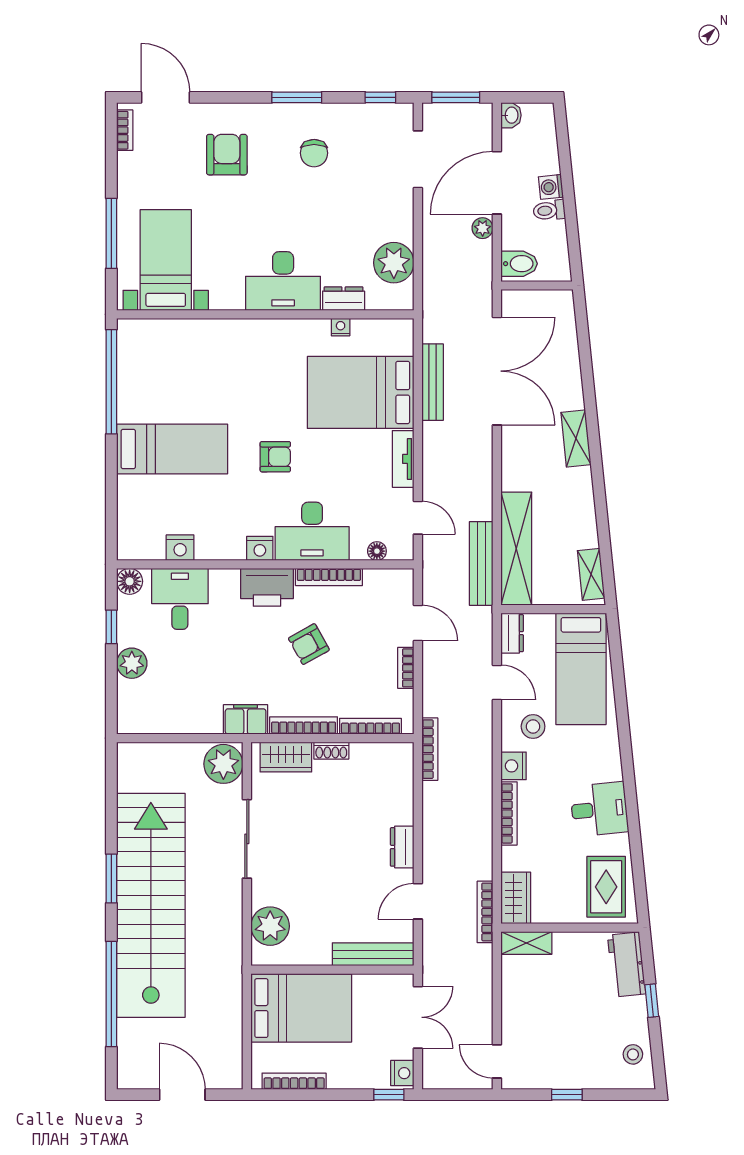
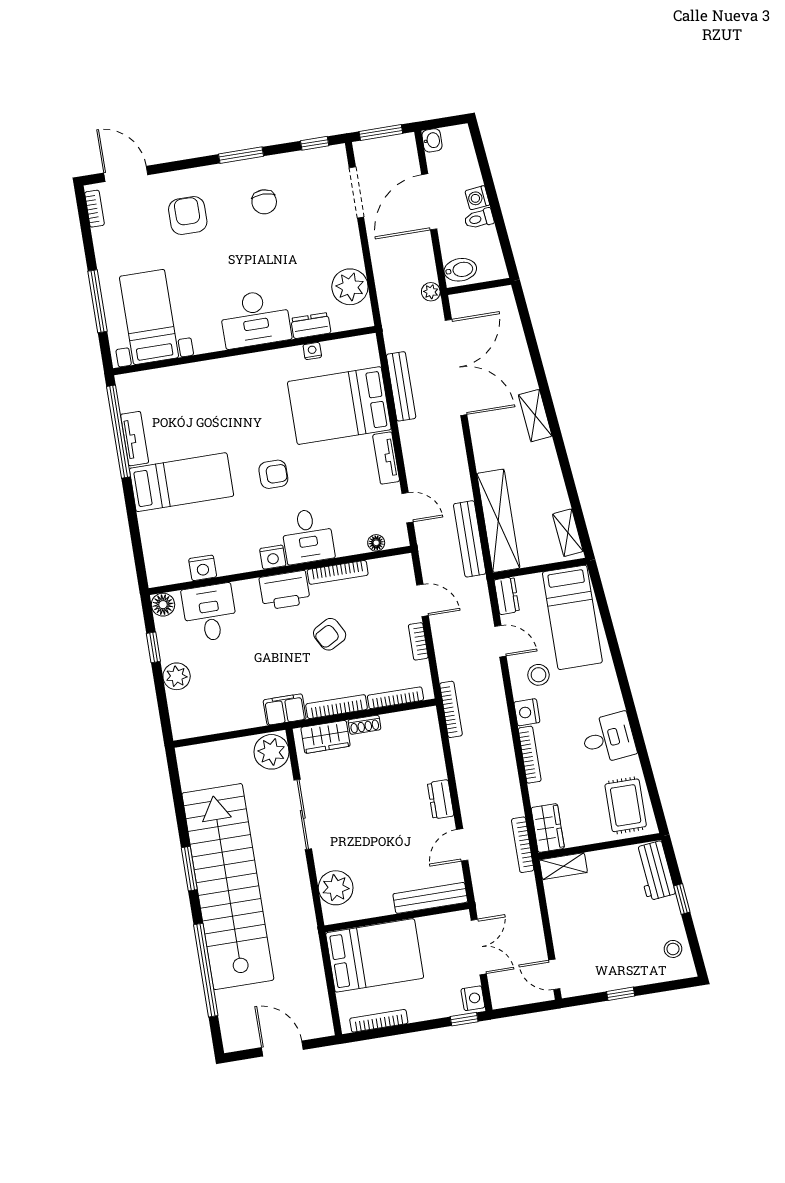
plant: (483, 228) -> (431, 292), moved
tv unit: (128, 392) -> (135, 439), added
desk: (312, 531) -> (308, 536), width x0.73

